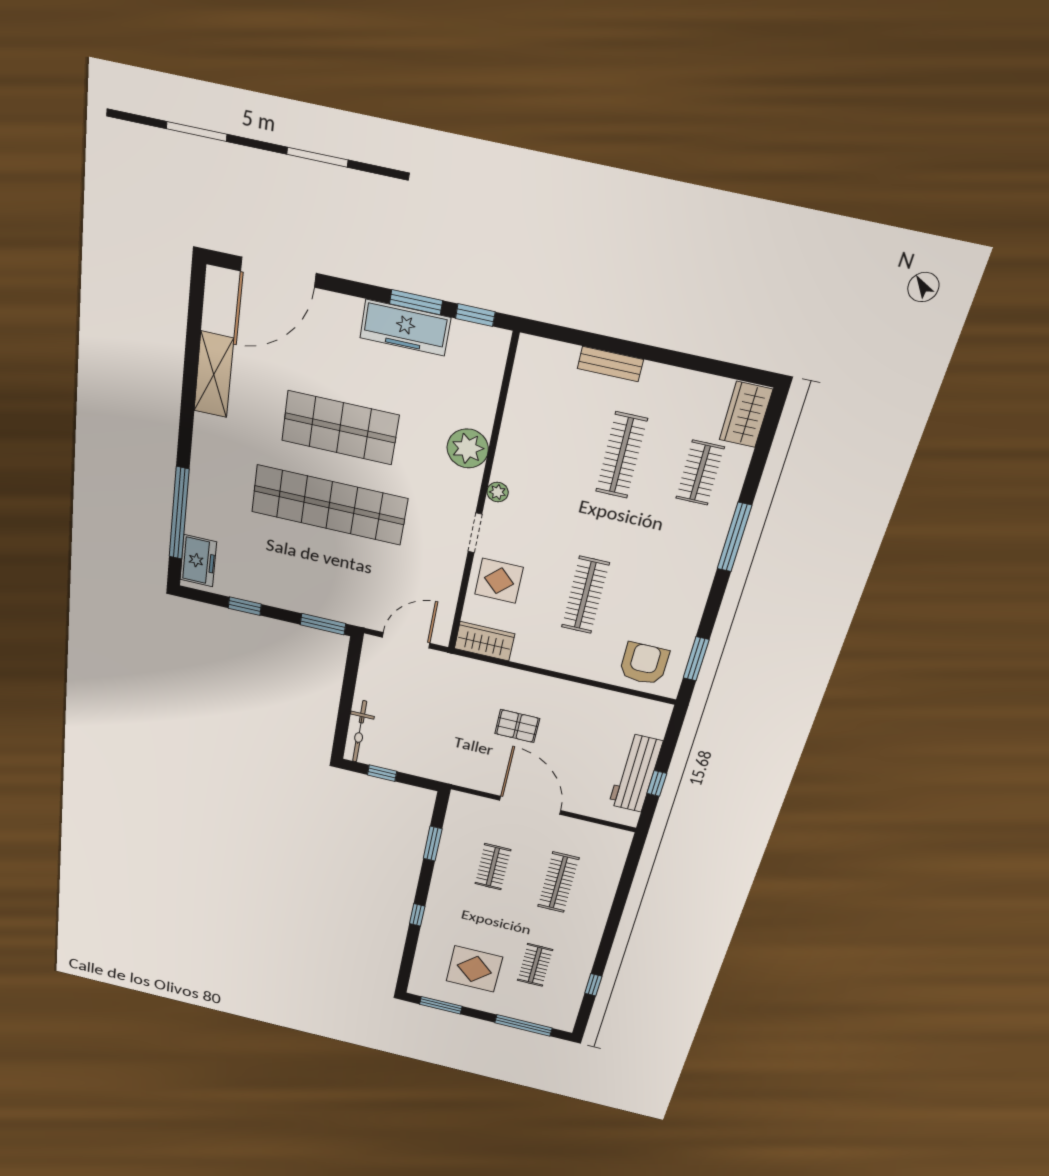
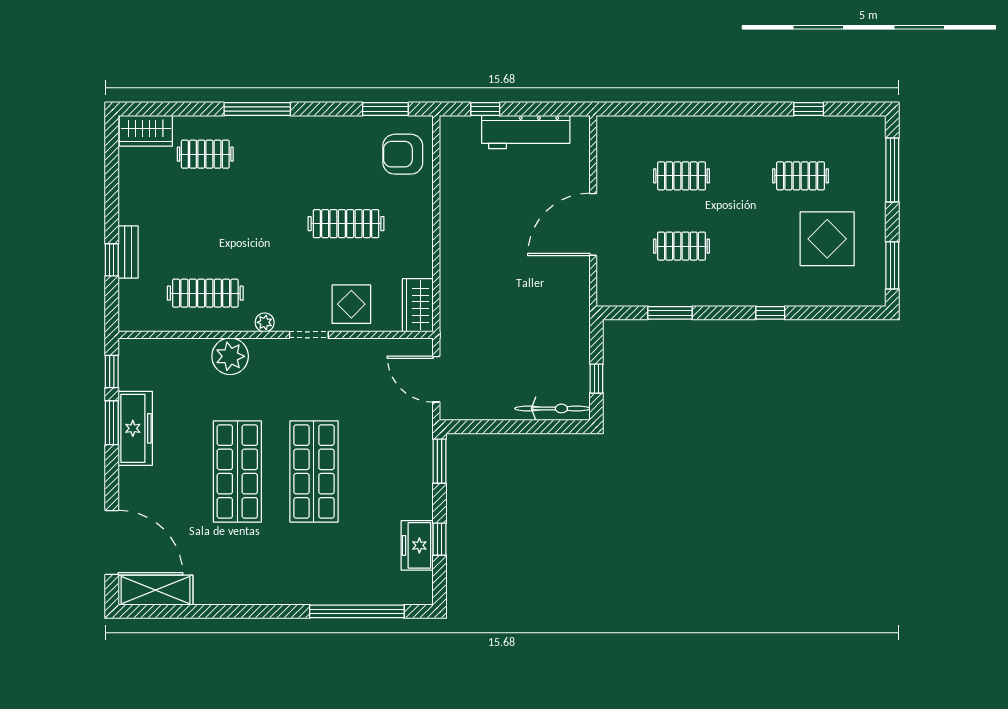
window: (605, 343) -> (112, 260), added
shelving: (214, 375) -> (155, 590), moved
clothes rail: (621, 455) -> (205, 293), moved
shop shelf: (329, 505) -> (314, 472), width x0.71
freezer: (198, 561) -> (417, 545), moved, turned -90
pallet: (517, 726) -> (503, 256), removed
window: (657, 783) -> (485, 109), moved
clothes rail: (558, 882) -> (681, 176), width x0.73

